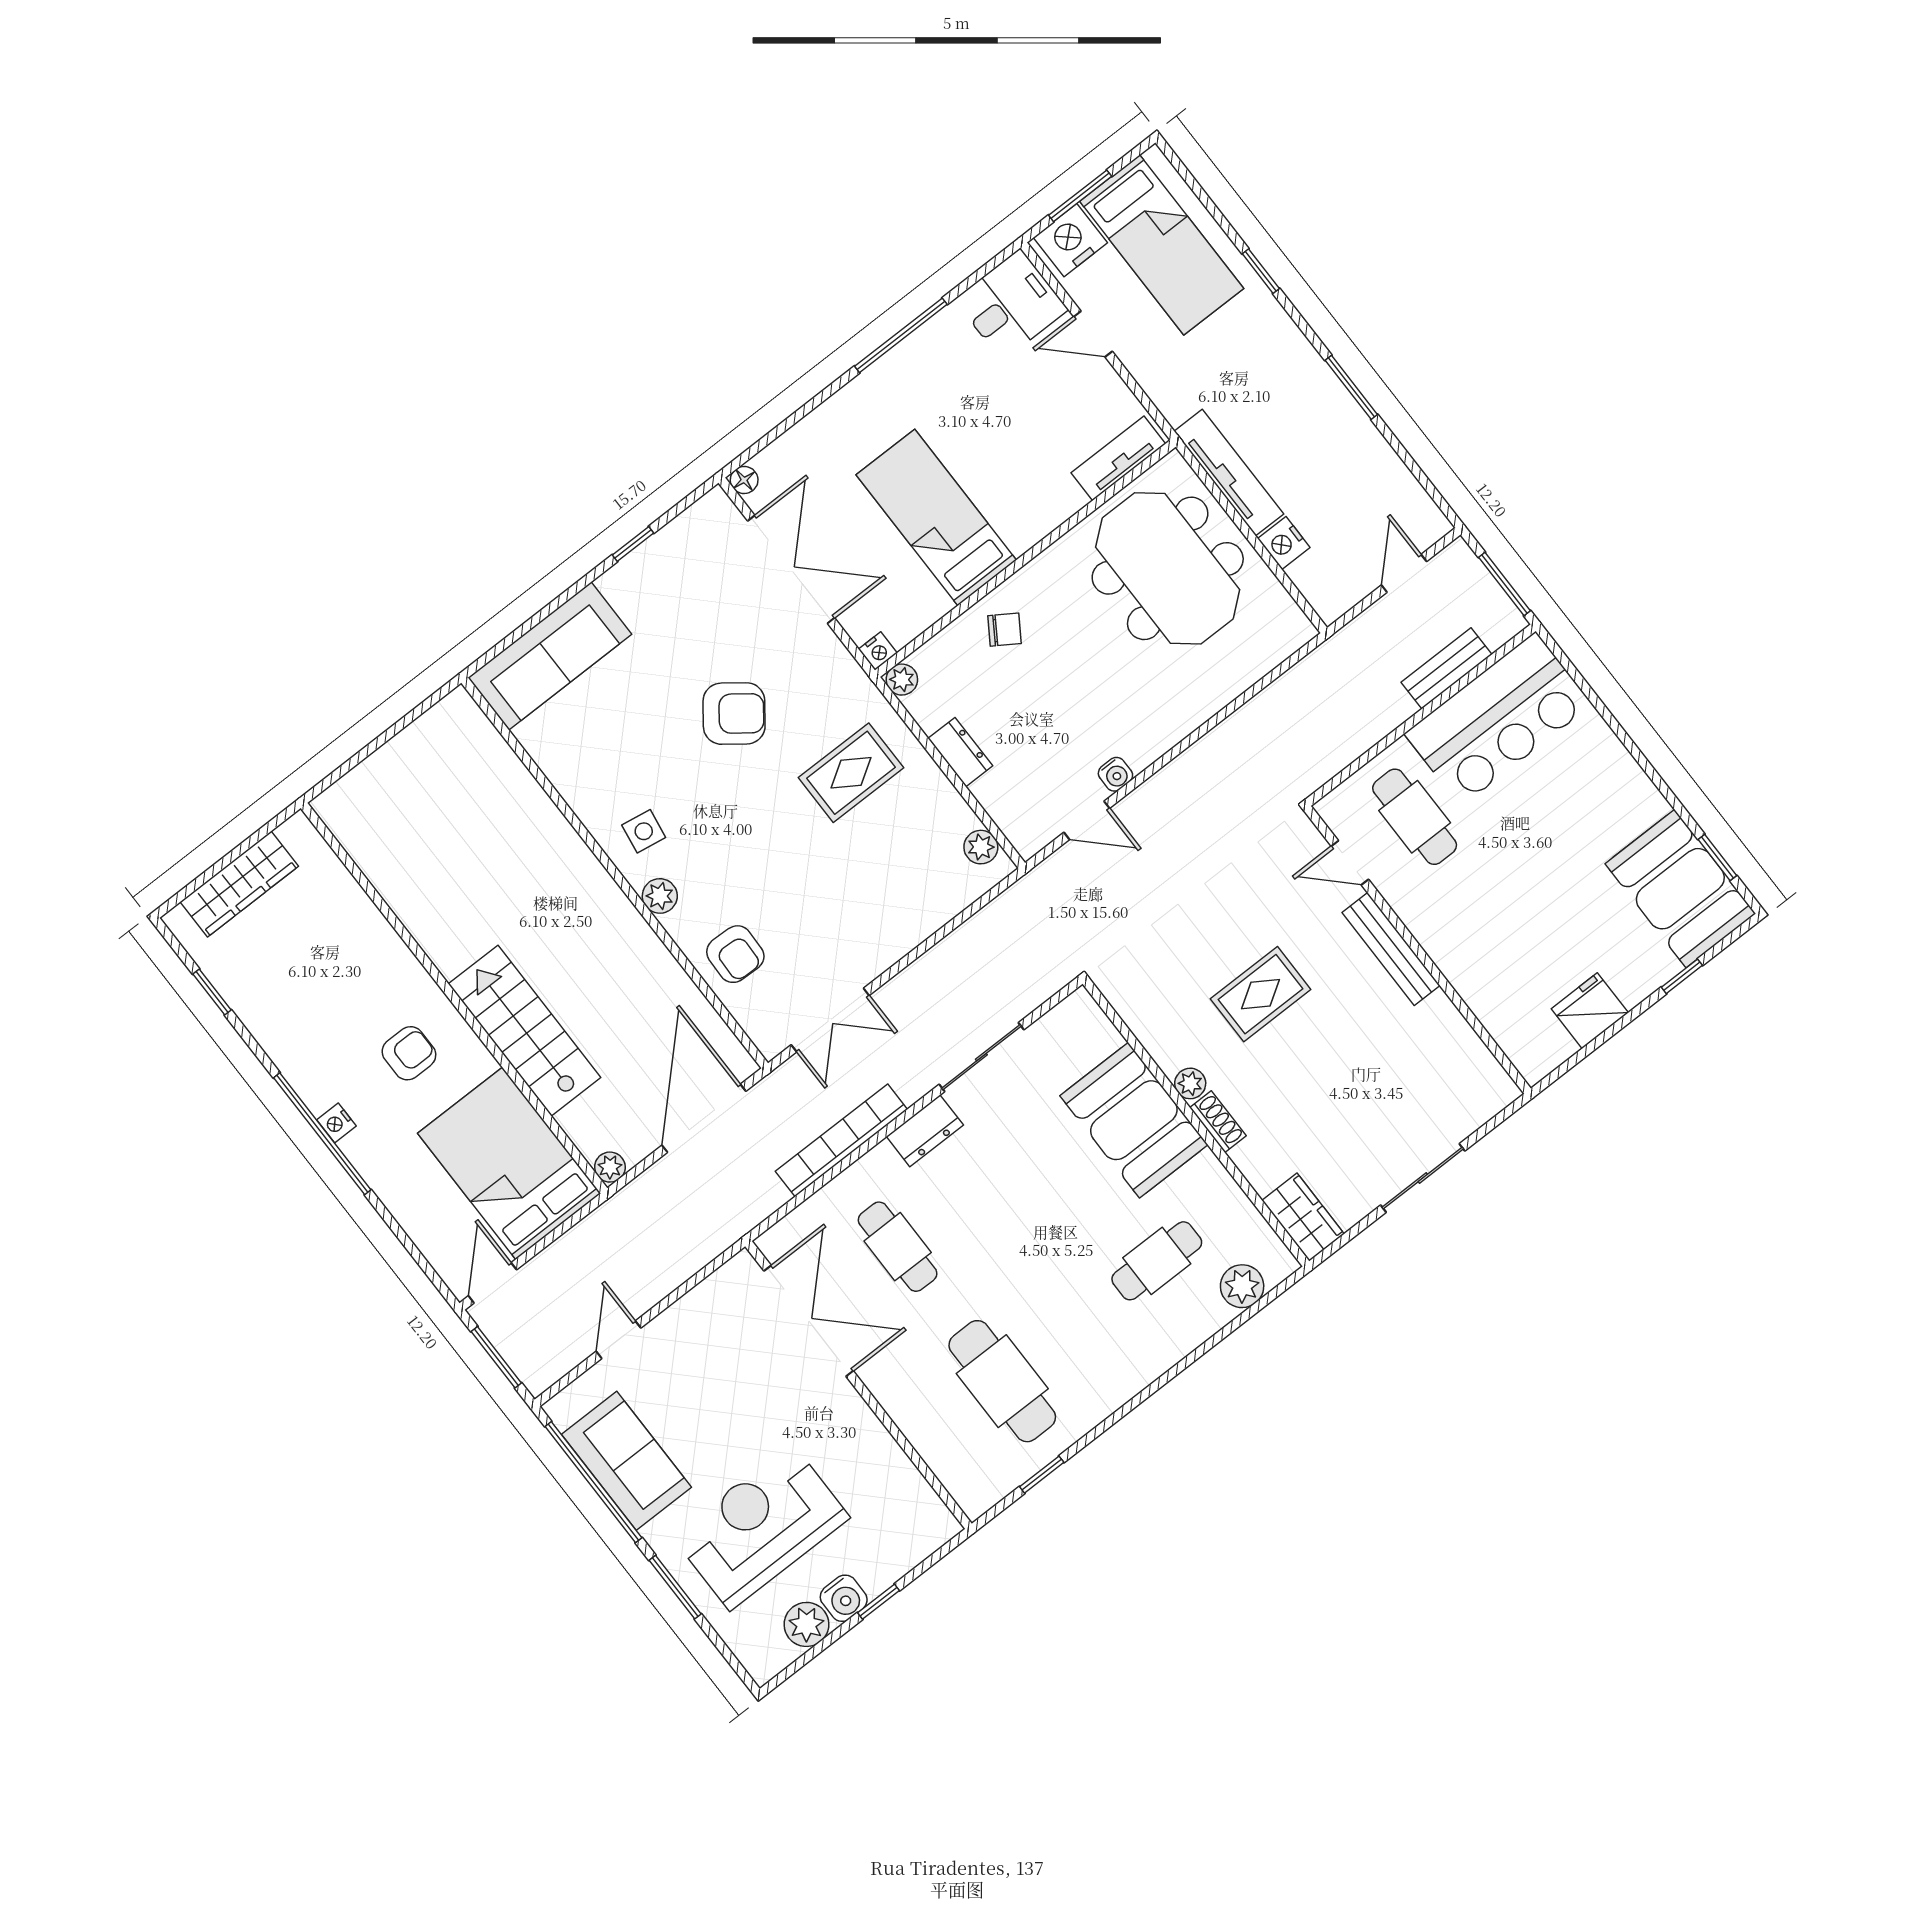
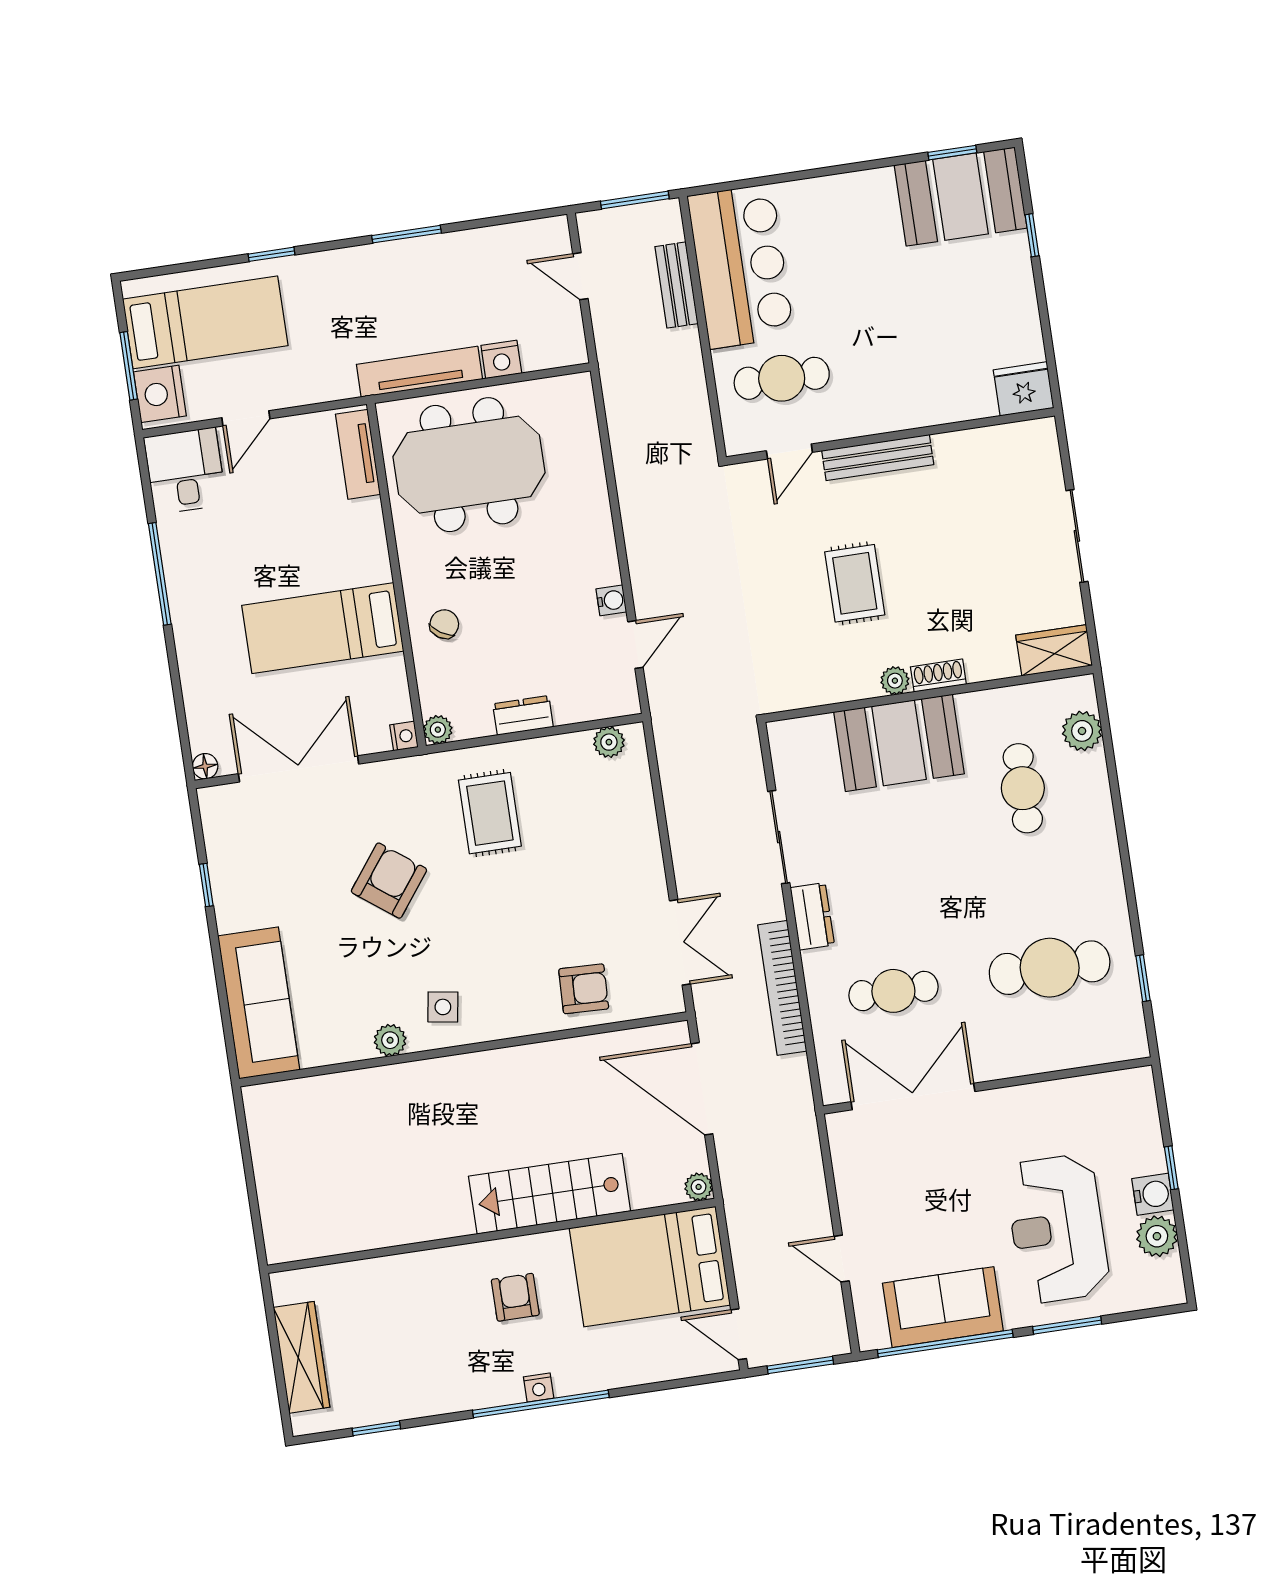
plant: (660, 896) -> (390, 1040), moved
fridge: (1590, 1011) -> (1024, 389), moved, turned 90

